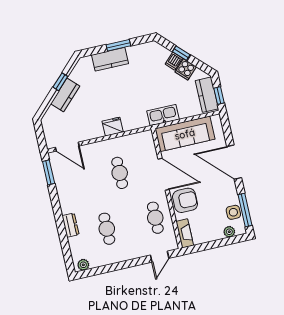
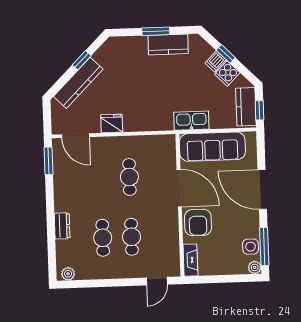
kitchen counter: (110, 59) -> (168, 45), moved
kitchen counter: (65, 95) -> (78, 83), width x1.50
fridge: (113, 127) -> (112, 123), moved
armchair: (185, 200) -> (198, 222), turned 90
cafe table: (155, 218) -> (132, 237), moved
plant: (229, 232) -> (255, 267), moved

